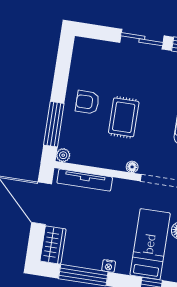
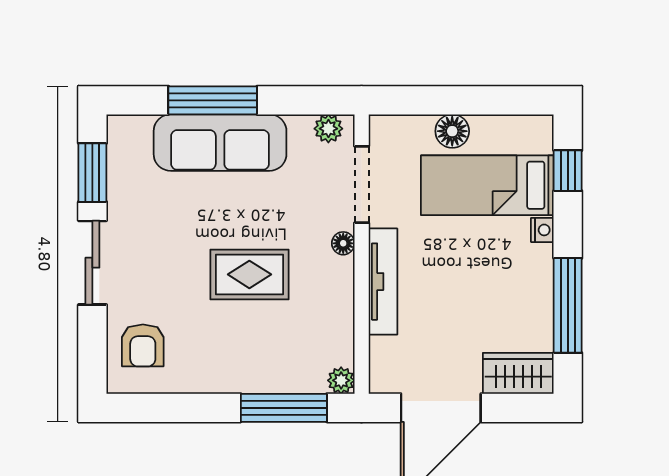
armchair: (87, 102) -> (143, 345), moved
tv unit: (85, 180) -> (383, 282), moved
nightstand: (109, 266) -> (542, 230), moved

